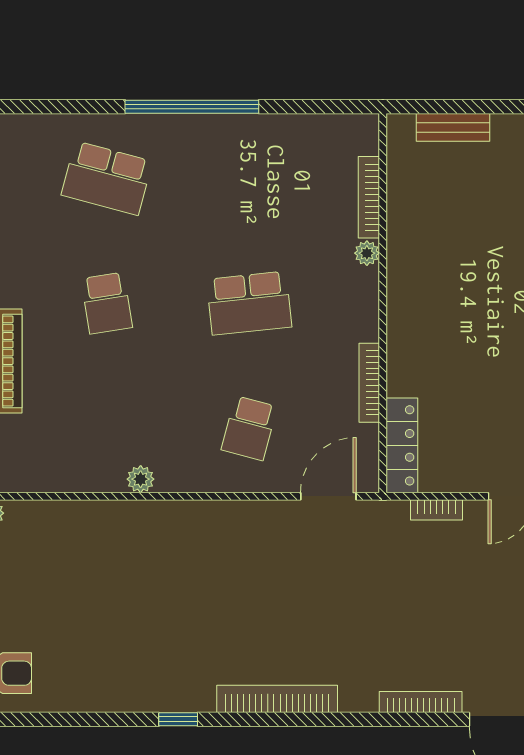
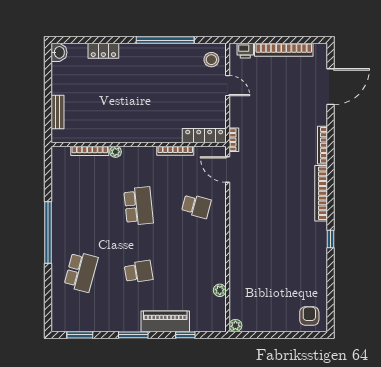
plant: (141, 479) -> (220, 290), moved
bookcase: (437, 510) -> (234, 140), moved
bookcase: (421, 702) -> (323, 145), moved

